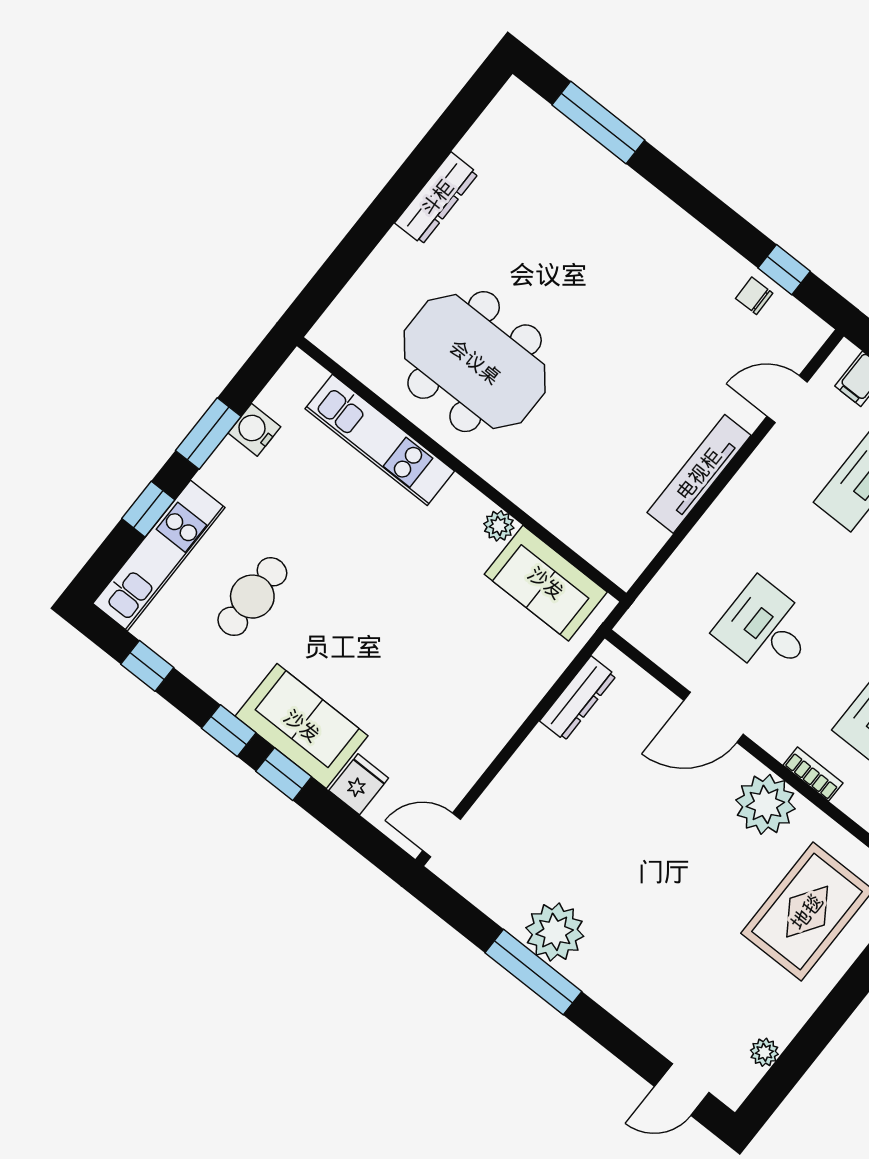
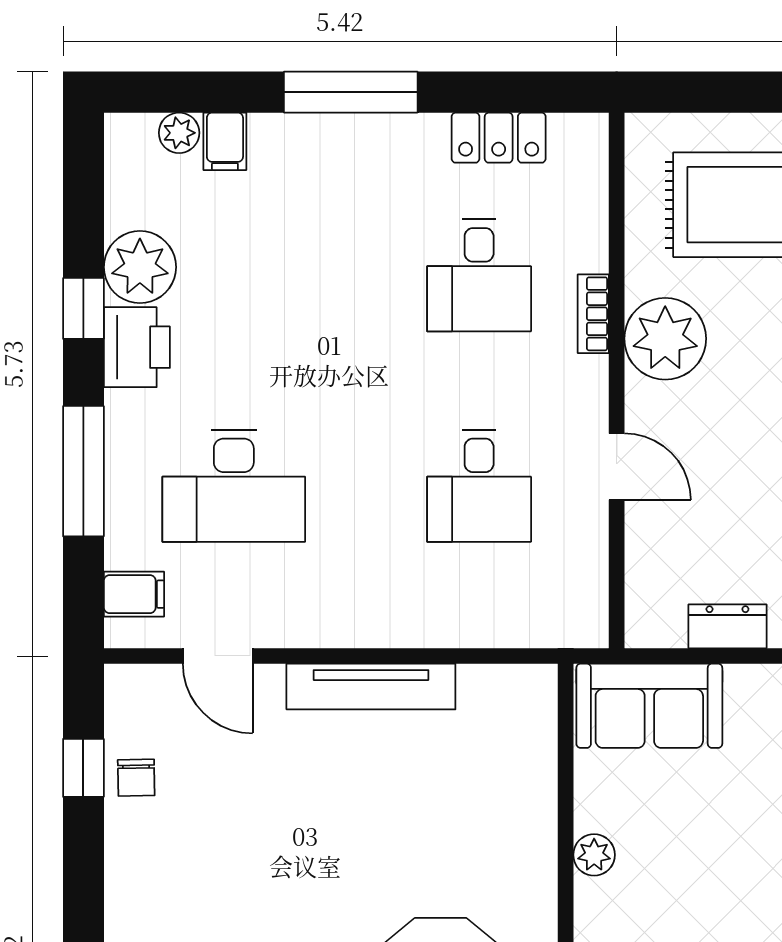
sofa: (546, 583) -> (649, 706), moved, turned 90
dresser: (578, 698) -> (727, 626), width x0.70
door: (714, 717) -> (617, 467), width x0.73

